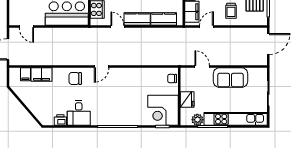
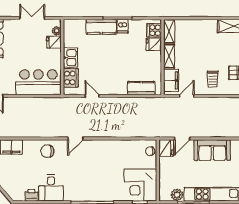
kitchen counter: (137, 19) -> (113, 88), removed
door: (202, 67) -> (182, 138), swing flipped
fridge: (187, 100) -> (166, 148), moved

